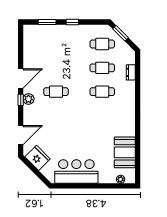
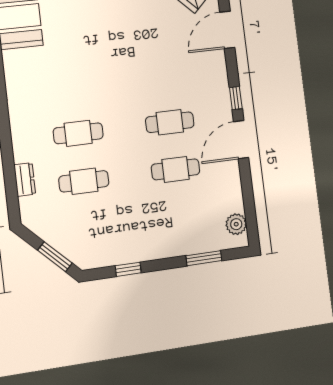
window: (72, 22) -> (128, 269), moved
cafe table: (102, 44) -> (176, 169), moved
plant: (28, 99) -> (236, 224), moved

